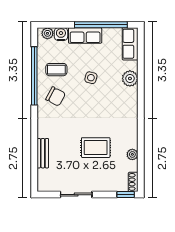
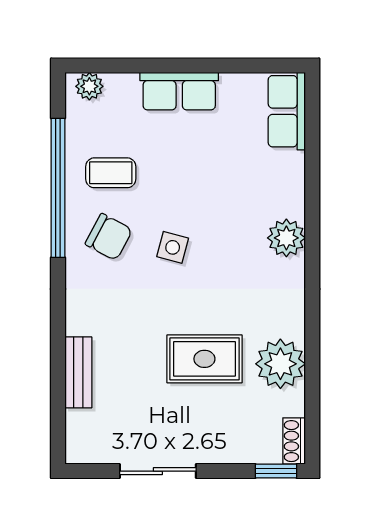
window: (101, 25) -> (217, 66), removed
water cooler: (61, 34) -> (122, 88), removed
side table: (91, 78) -> (173, 247), moved
plant: (130, 78) -> (286, 238), moved
plant: (132, 154) -> (280, 364), width x1.88, depth x1.88

